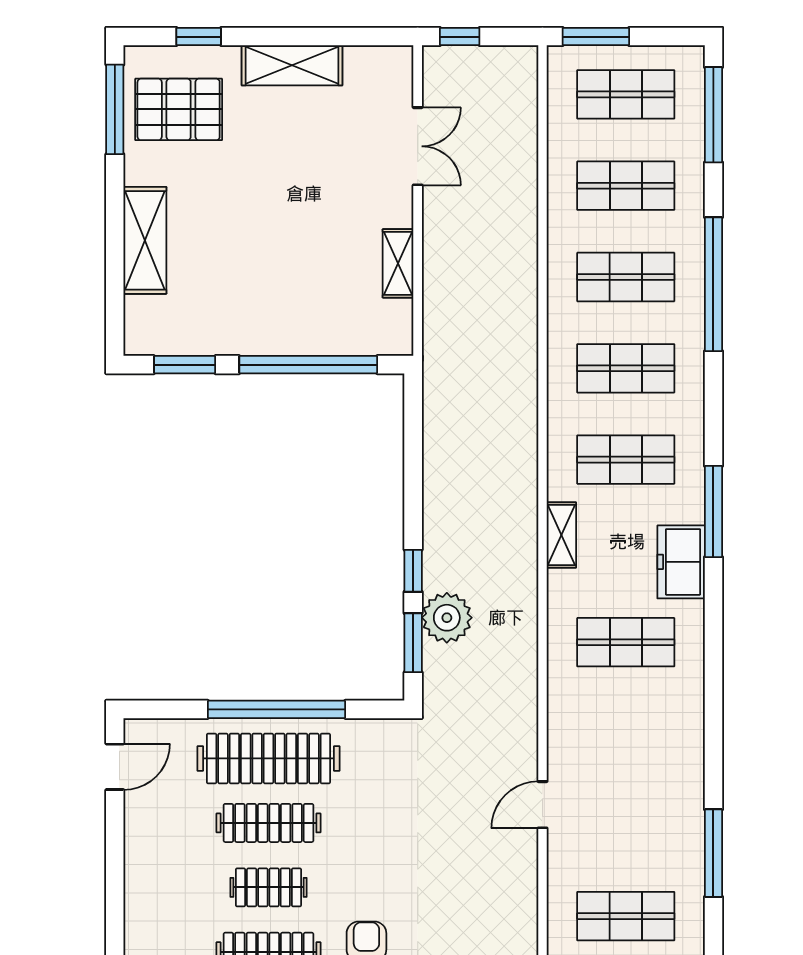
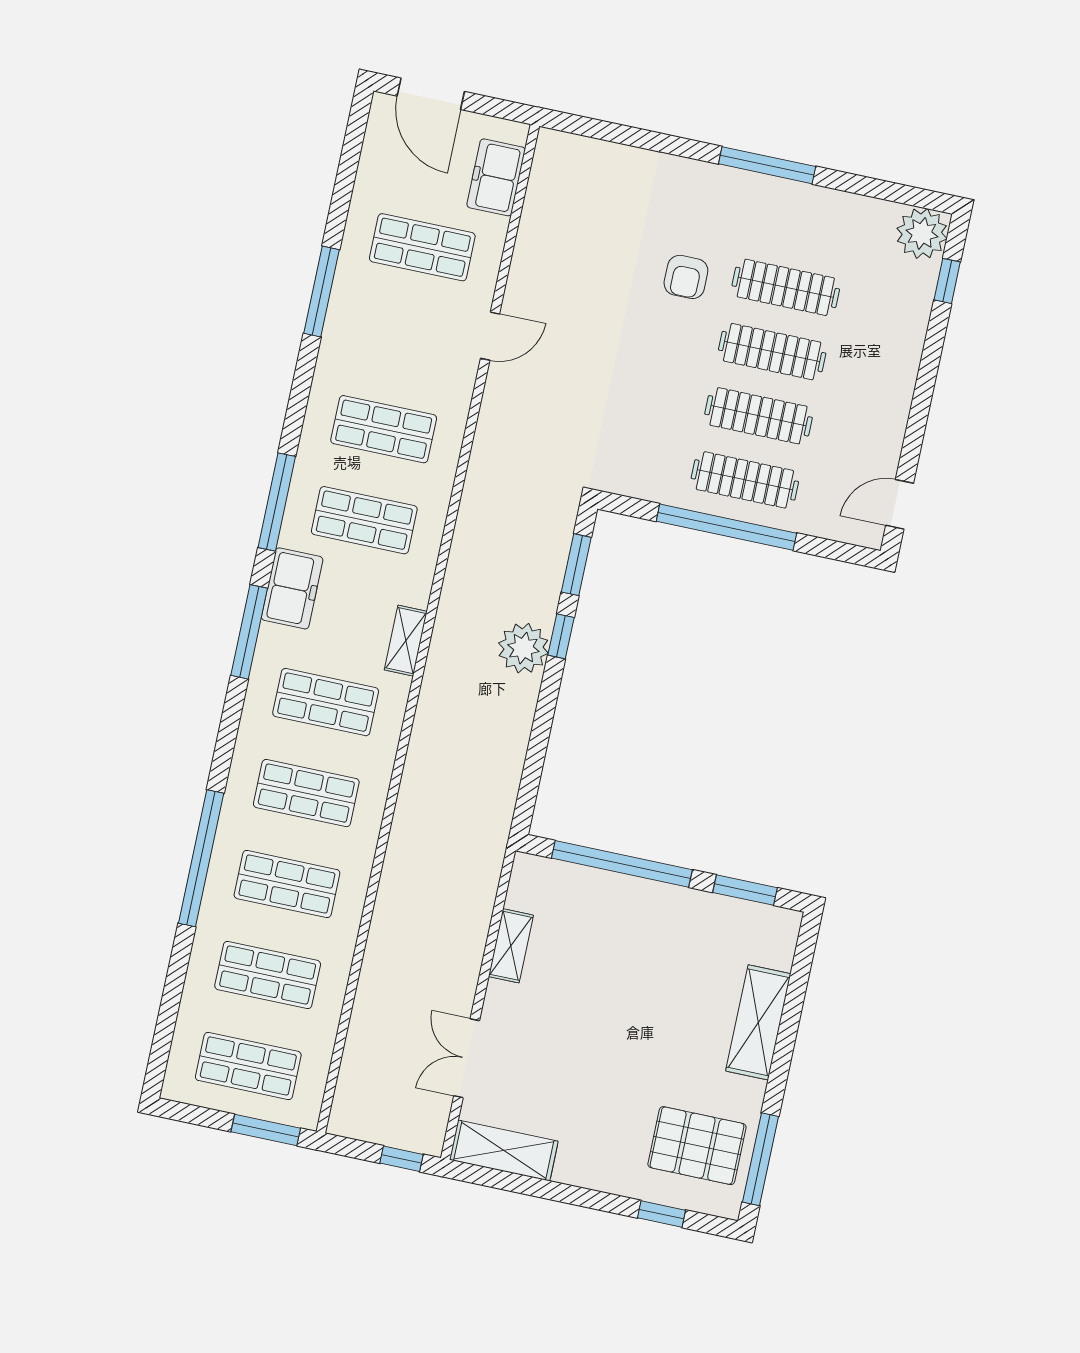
shelving: (292, 65) -> (504, 1151), moved
window: (713, 115) -> (277, 502), moved
plant: (447, 618) -> (523, 648), moved
shop shelf: (626, 734) -> (384, 429), added
clothes rail: (268, 758) -> (745, 480), width x0.73, depth x0.76
door: (542, 805) -> (490, 336), moved
clothes rail: (268, 887) -> (772, 352), width x1.36

